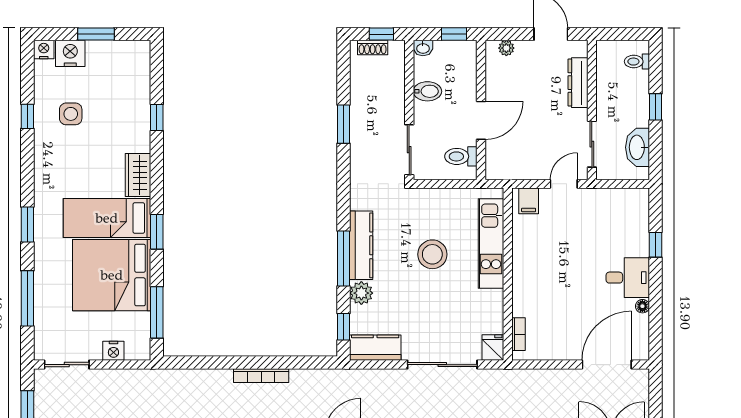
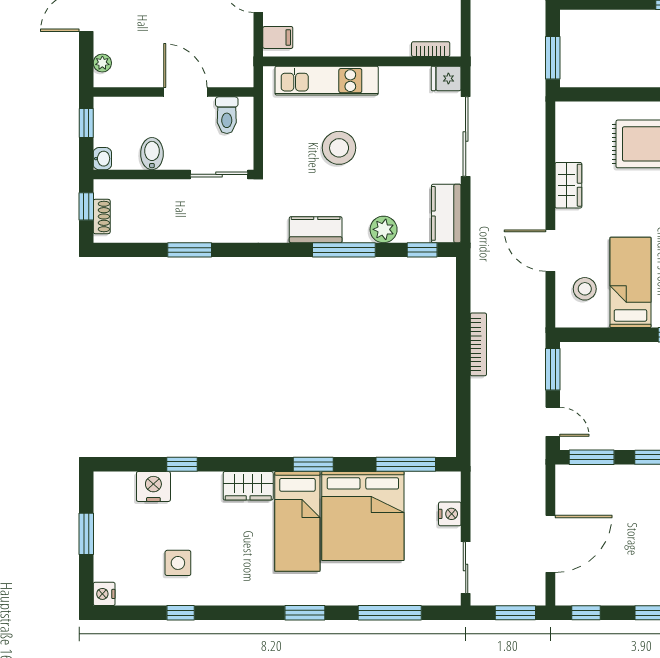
nightstand: (70, 53) -> (153, 486), moved, turned 90
kitchen counter: (361, 245) -> (316, 230), width x0.67

